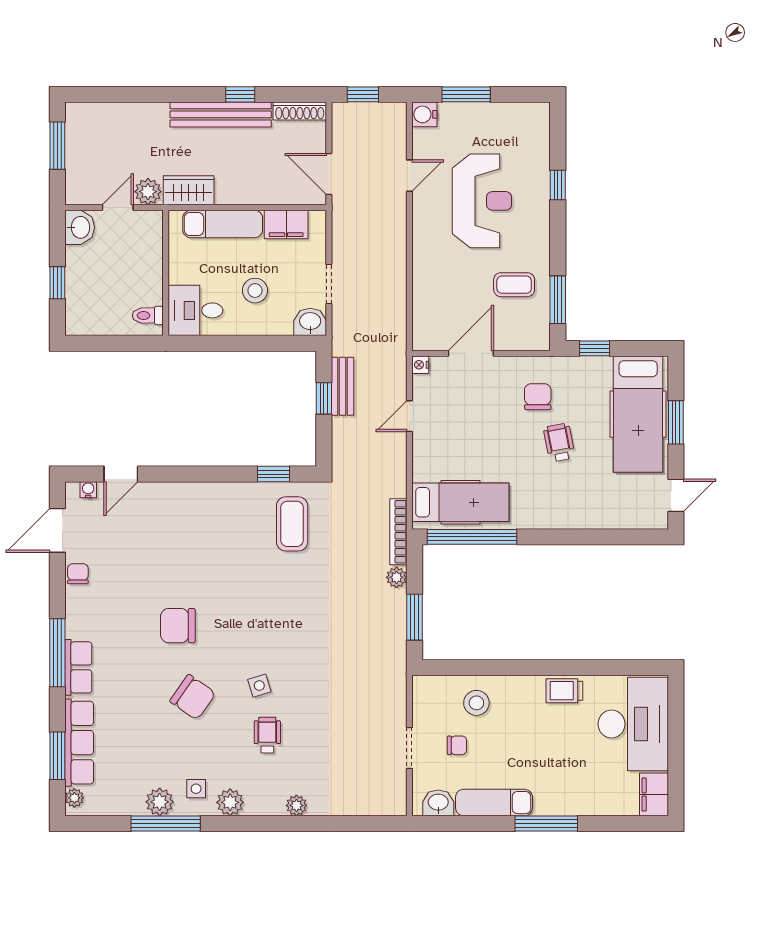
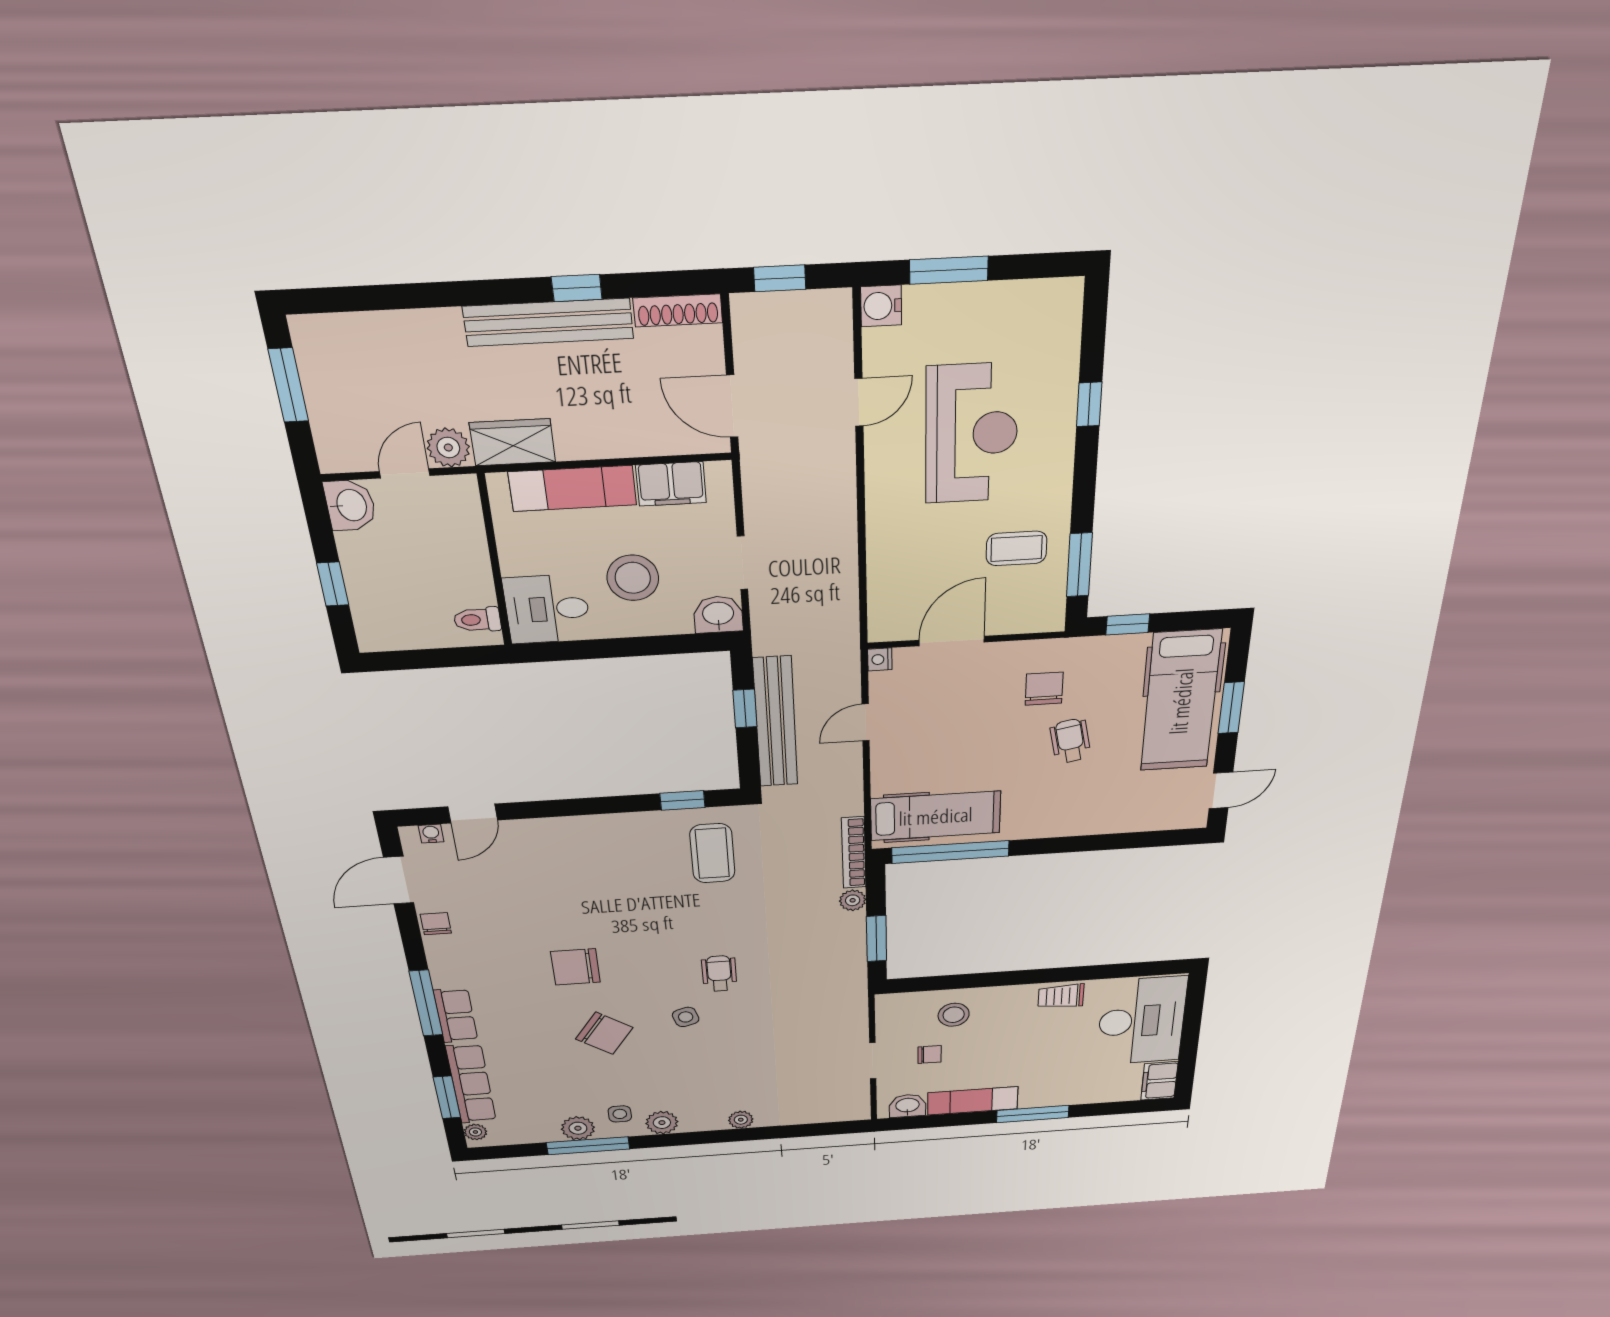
stool: (255, 291) -> (633, 578), width x1.38, depth x1.38
bench: (343, 386) -> (776, 722), width x1.86, depth x1.21
wheelchair: (267, 735) -> (719, 973), moved

